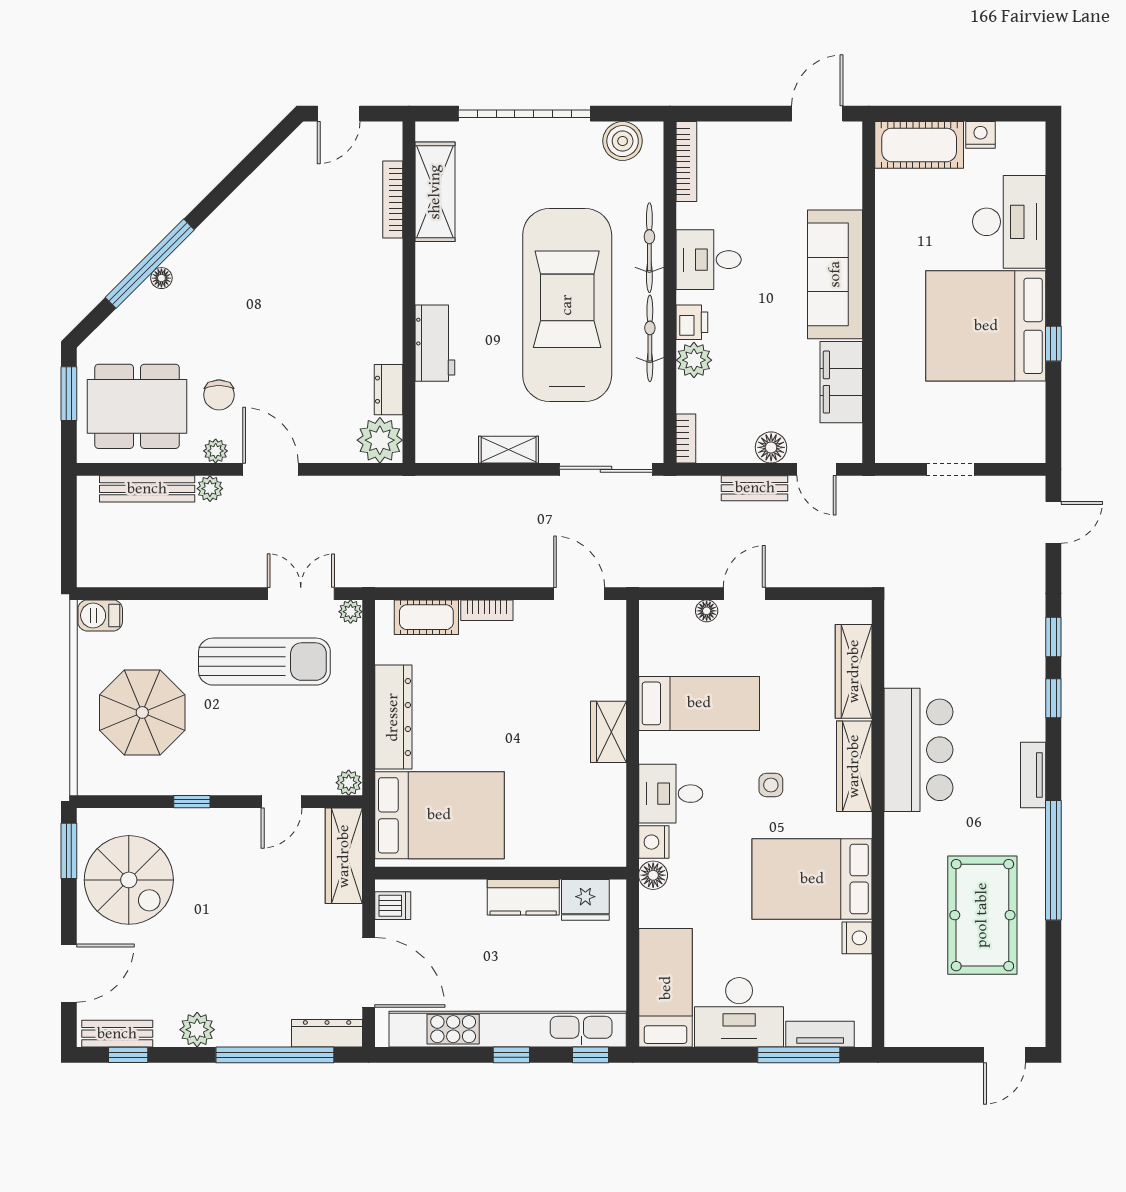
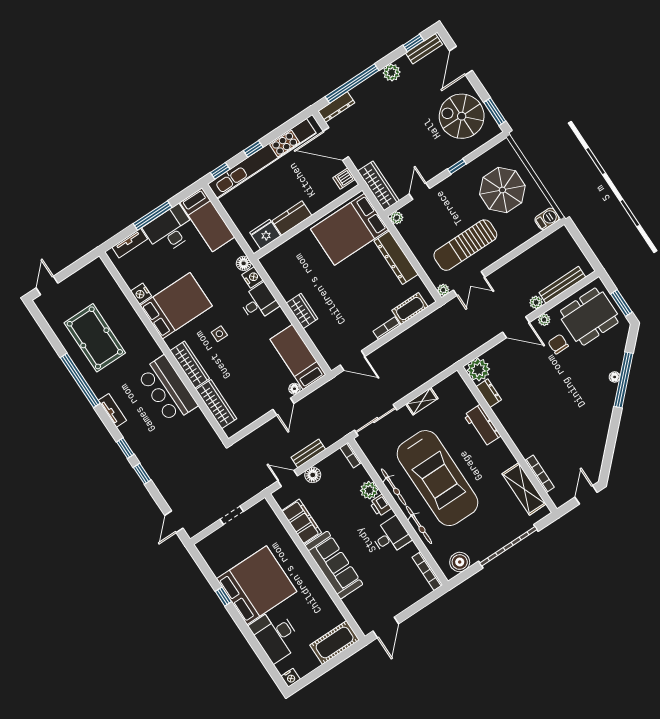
nightstand: (980, 135) -> (291, 678), moved
bed: (699, 703) -> (298, 357), moved, turned 90
window: (799, 1055) -> (152, 216), moved

